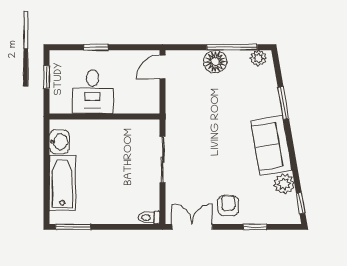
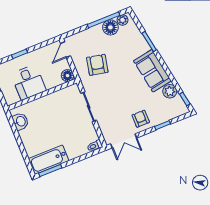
floor lamp: (215, 62) -> (110, 27), moved
floor lamp: (151, 105) -> (68, 76), added
armchair: (198, 106) -> (97, 65), added
bathtub: (62, 183) -> (49, 160), moved, turned -90
double door: (192, 227) -> (124, 141), swing flipped

